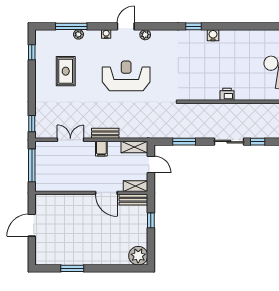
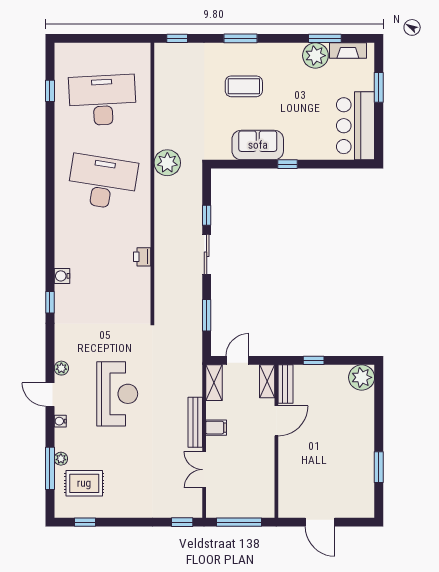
rug: (66, 71) -> (84, 483), moved
reception desk: (126, 76) -> (117, 394), turned 180
bench: (105, 133) -> (195, 422), width x1.36

